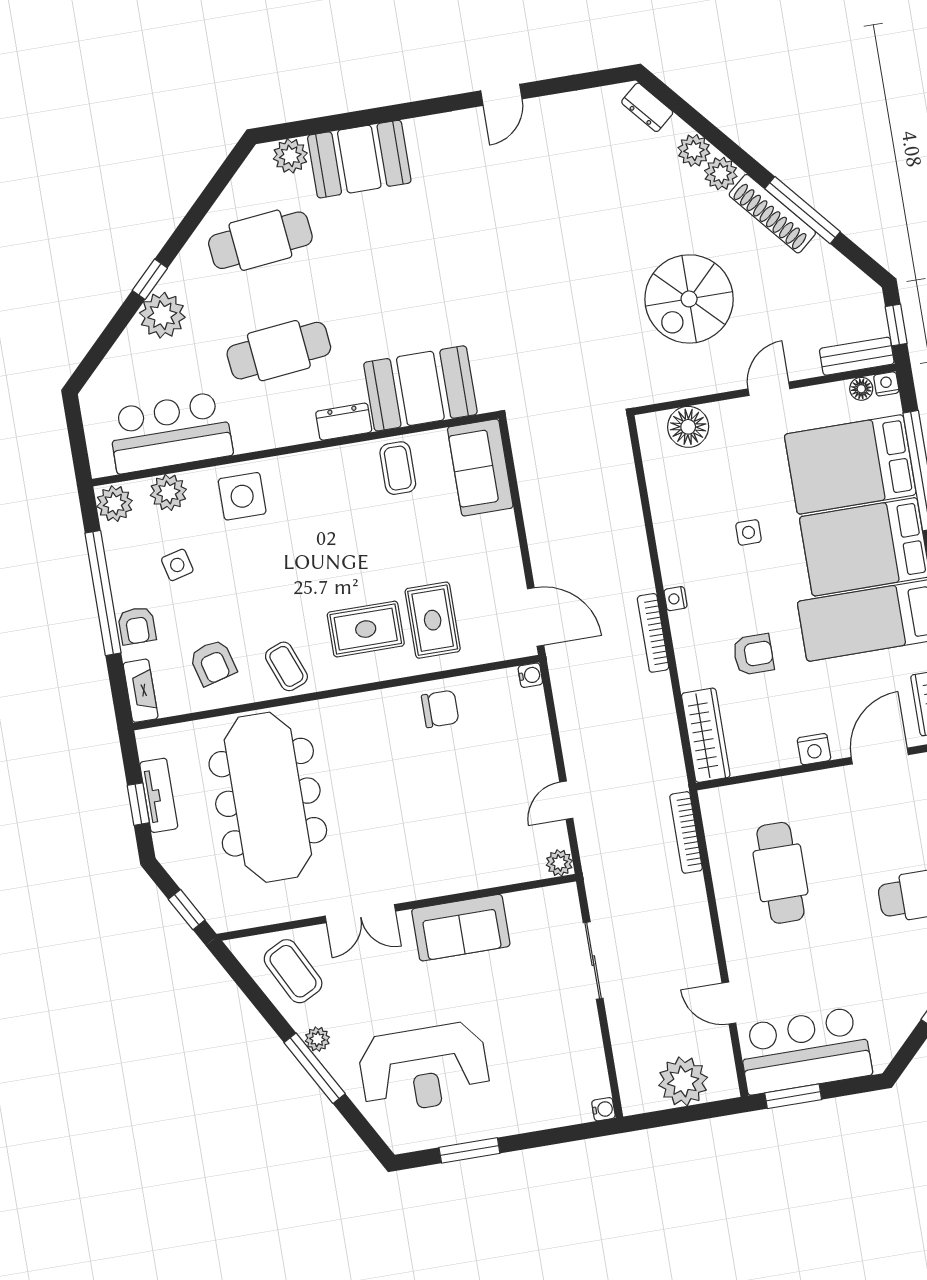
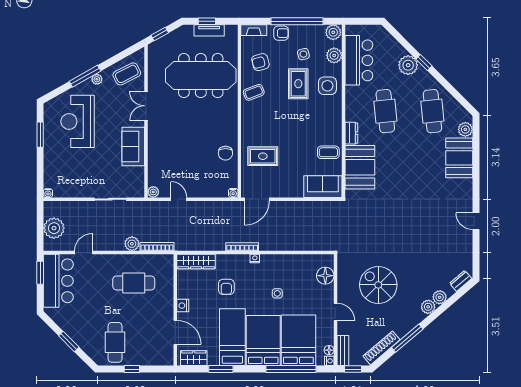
shoe rack: (772, 214) -> (381, 348), moved
armchair: (137, 626) -> (281, 33), turned 180
rug: (366, 629) -> (298, 84), moved
plant: (689, 893) -> (132, 244), added

